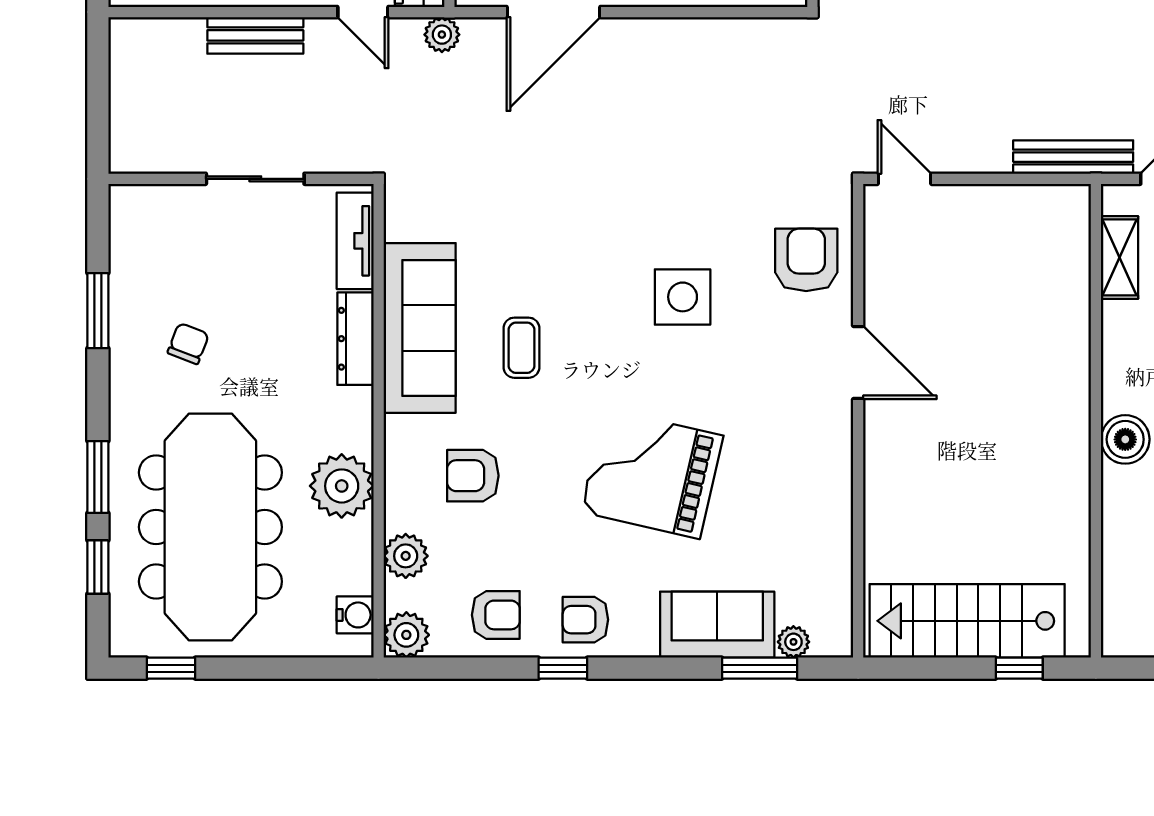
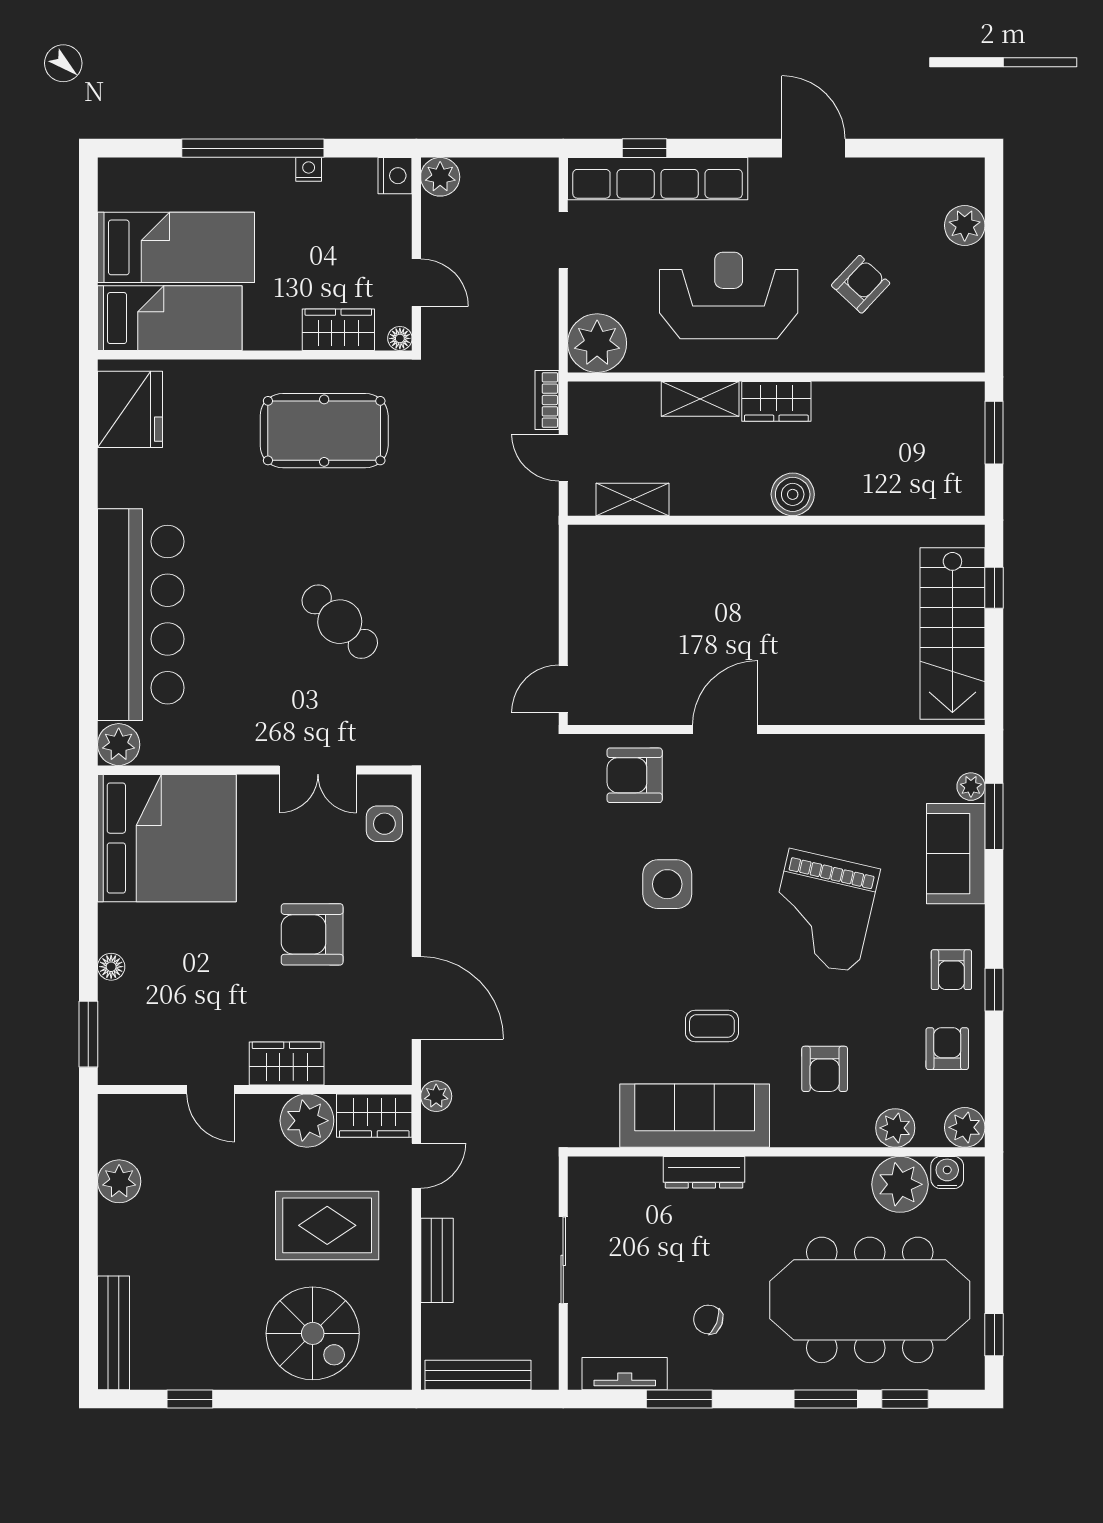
bench: (1073, 157) -> (478, 1375), moved, turned 90
tv unit: (355, 241) -> (625, 1374), moved, turned 180
plant: (342, 486) -> (900, 1184), moved

